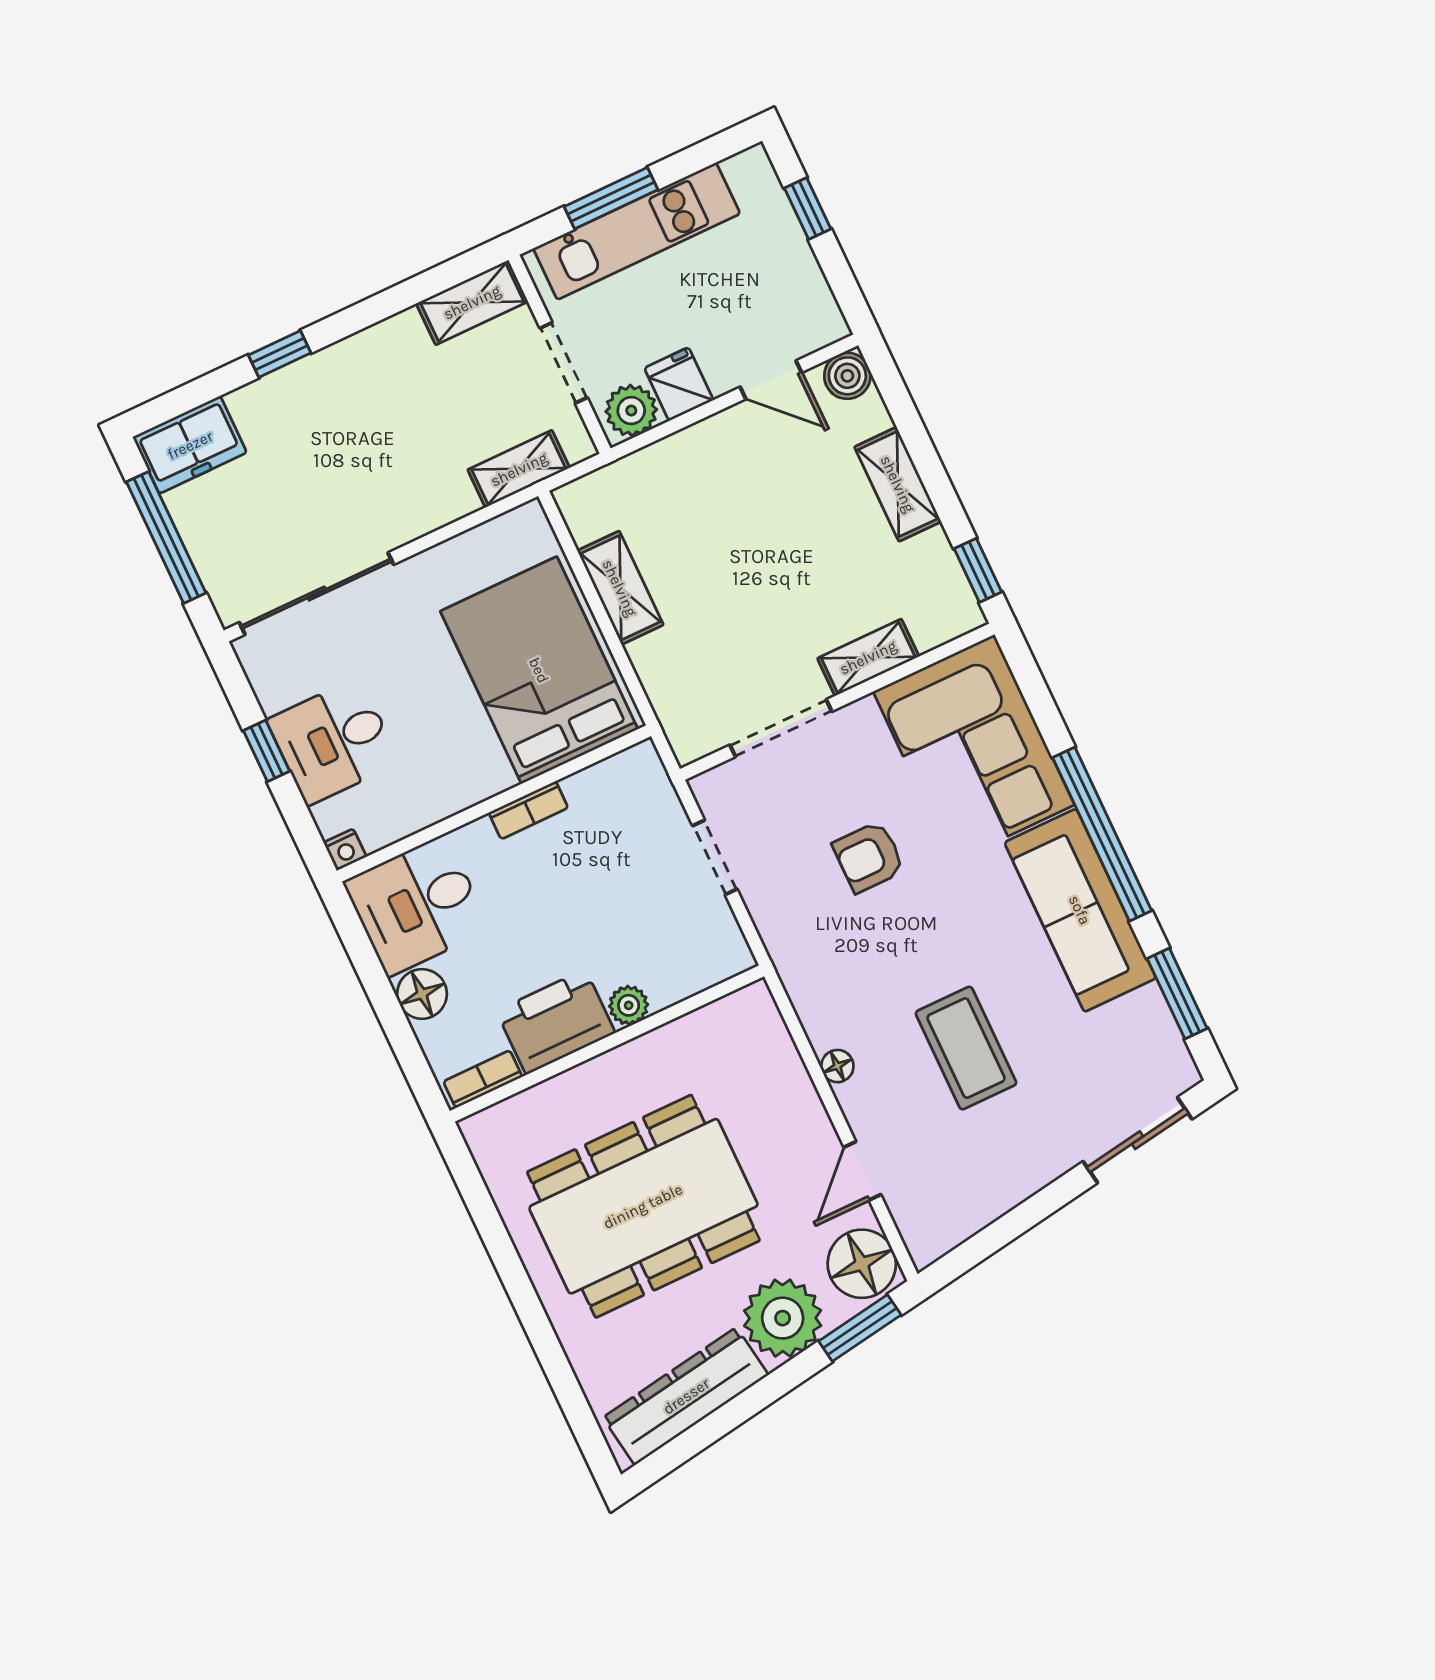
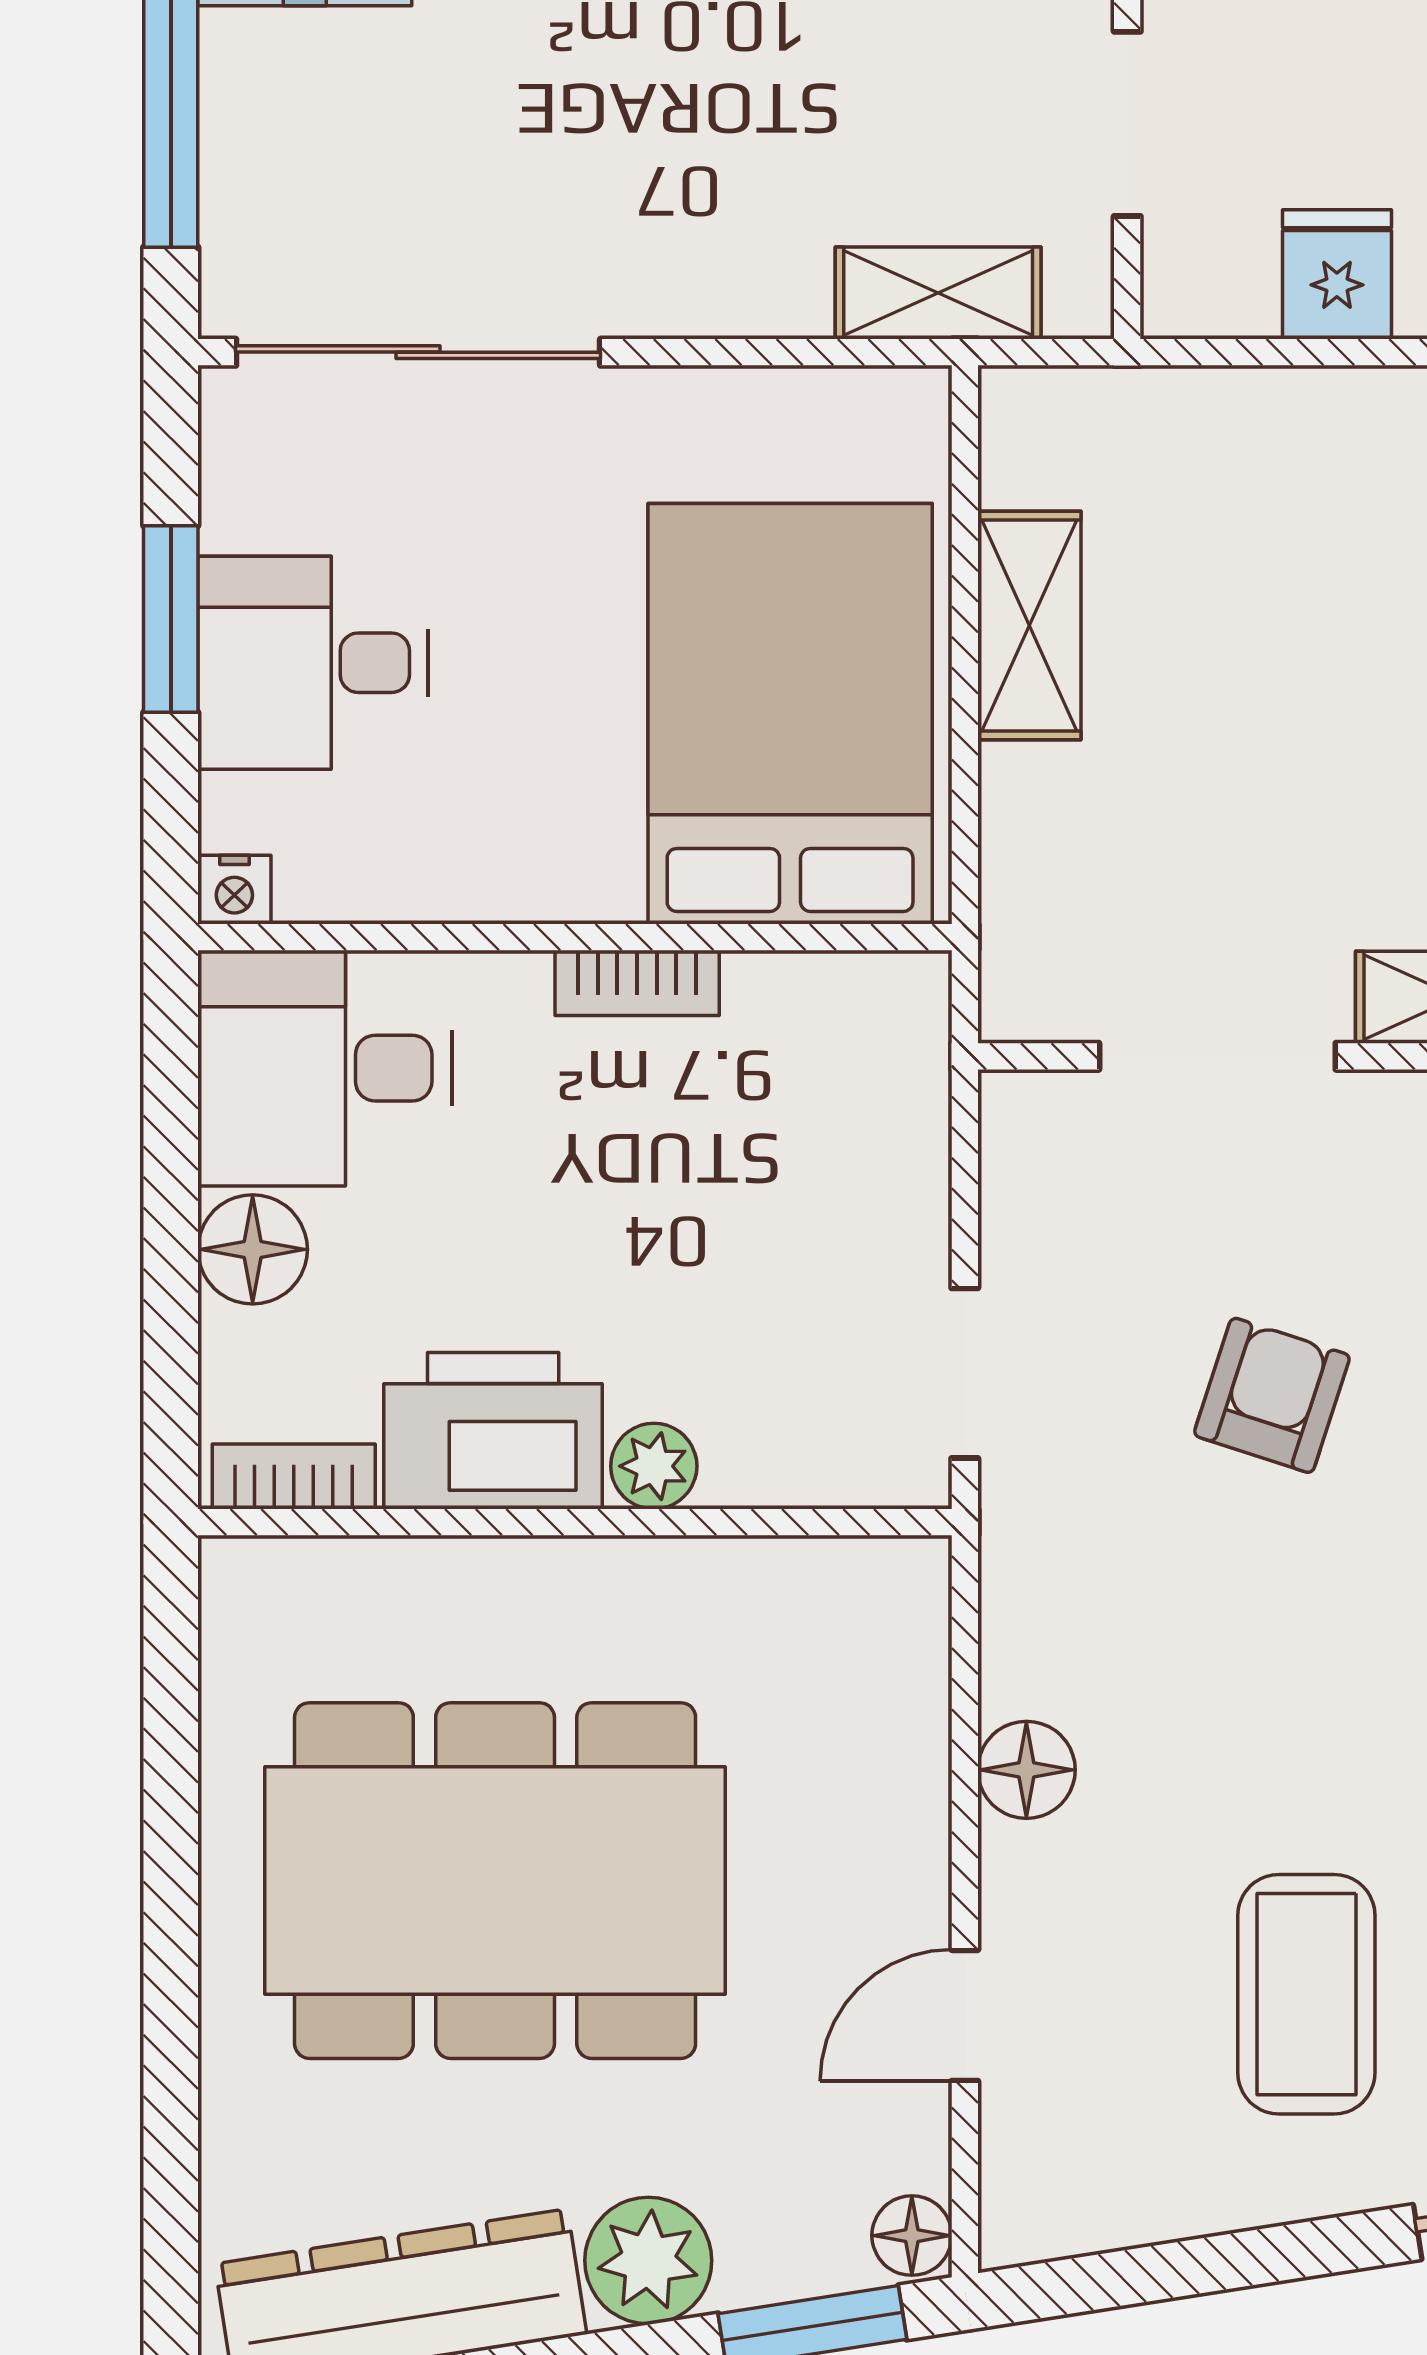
plant: (631, 411) -> (1217, 282), removed
window: (267, 751) -> (171, 619), width x1.50
doorway: (715, 857) -> (965, 1373), moved
armchair: (869, 857) -> (1272, 1395), turned 108
coffee table: (966, 1048) -> (1306, 1994), moved
floor lamp: (837, 1066) -> (1026, 1770), width x1.37, depth x1.37
floor lamp: (862, 1264) -> (912, 2236), width x0.53, depth x0.53
plant: (783, 1318) -> (648, 2261), width x0.73, depth x0.73

